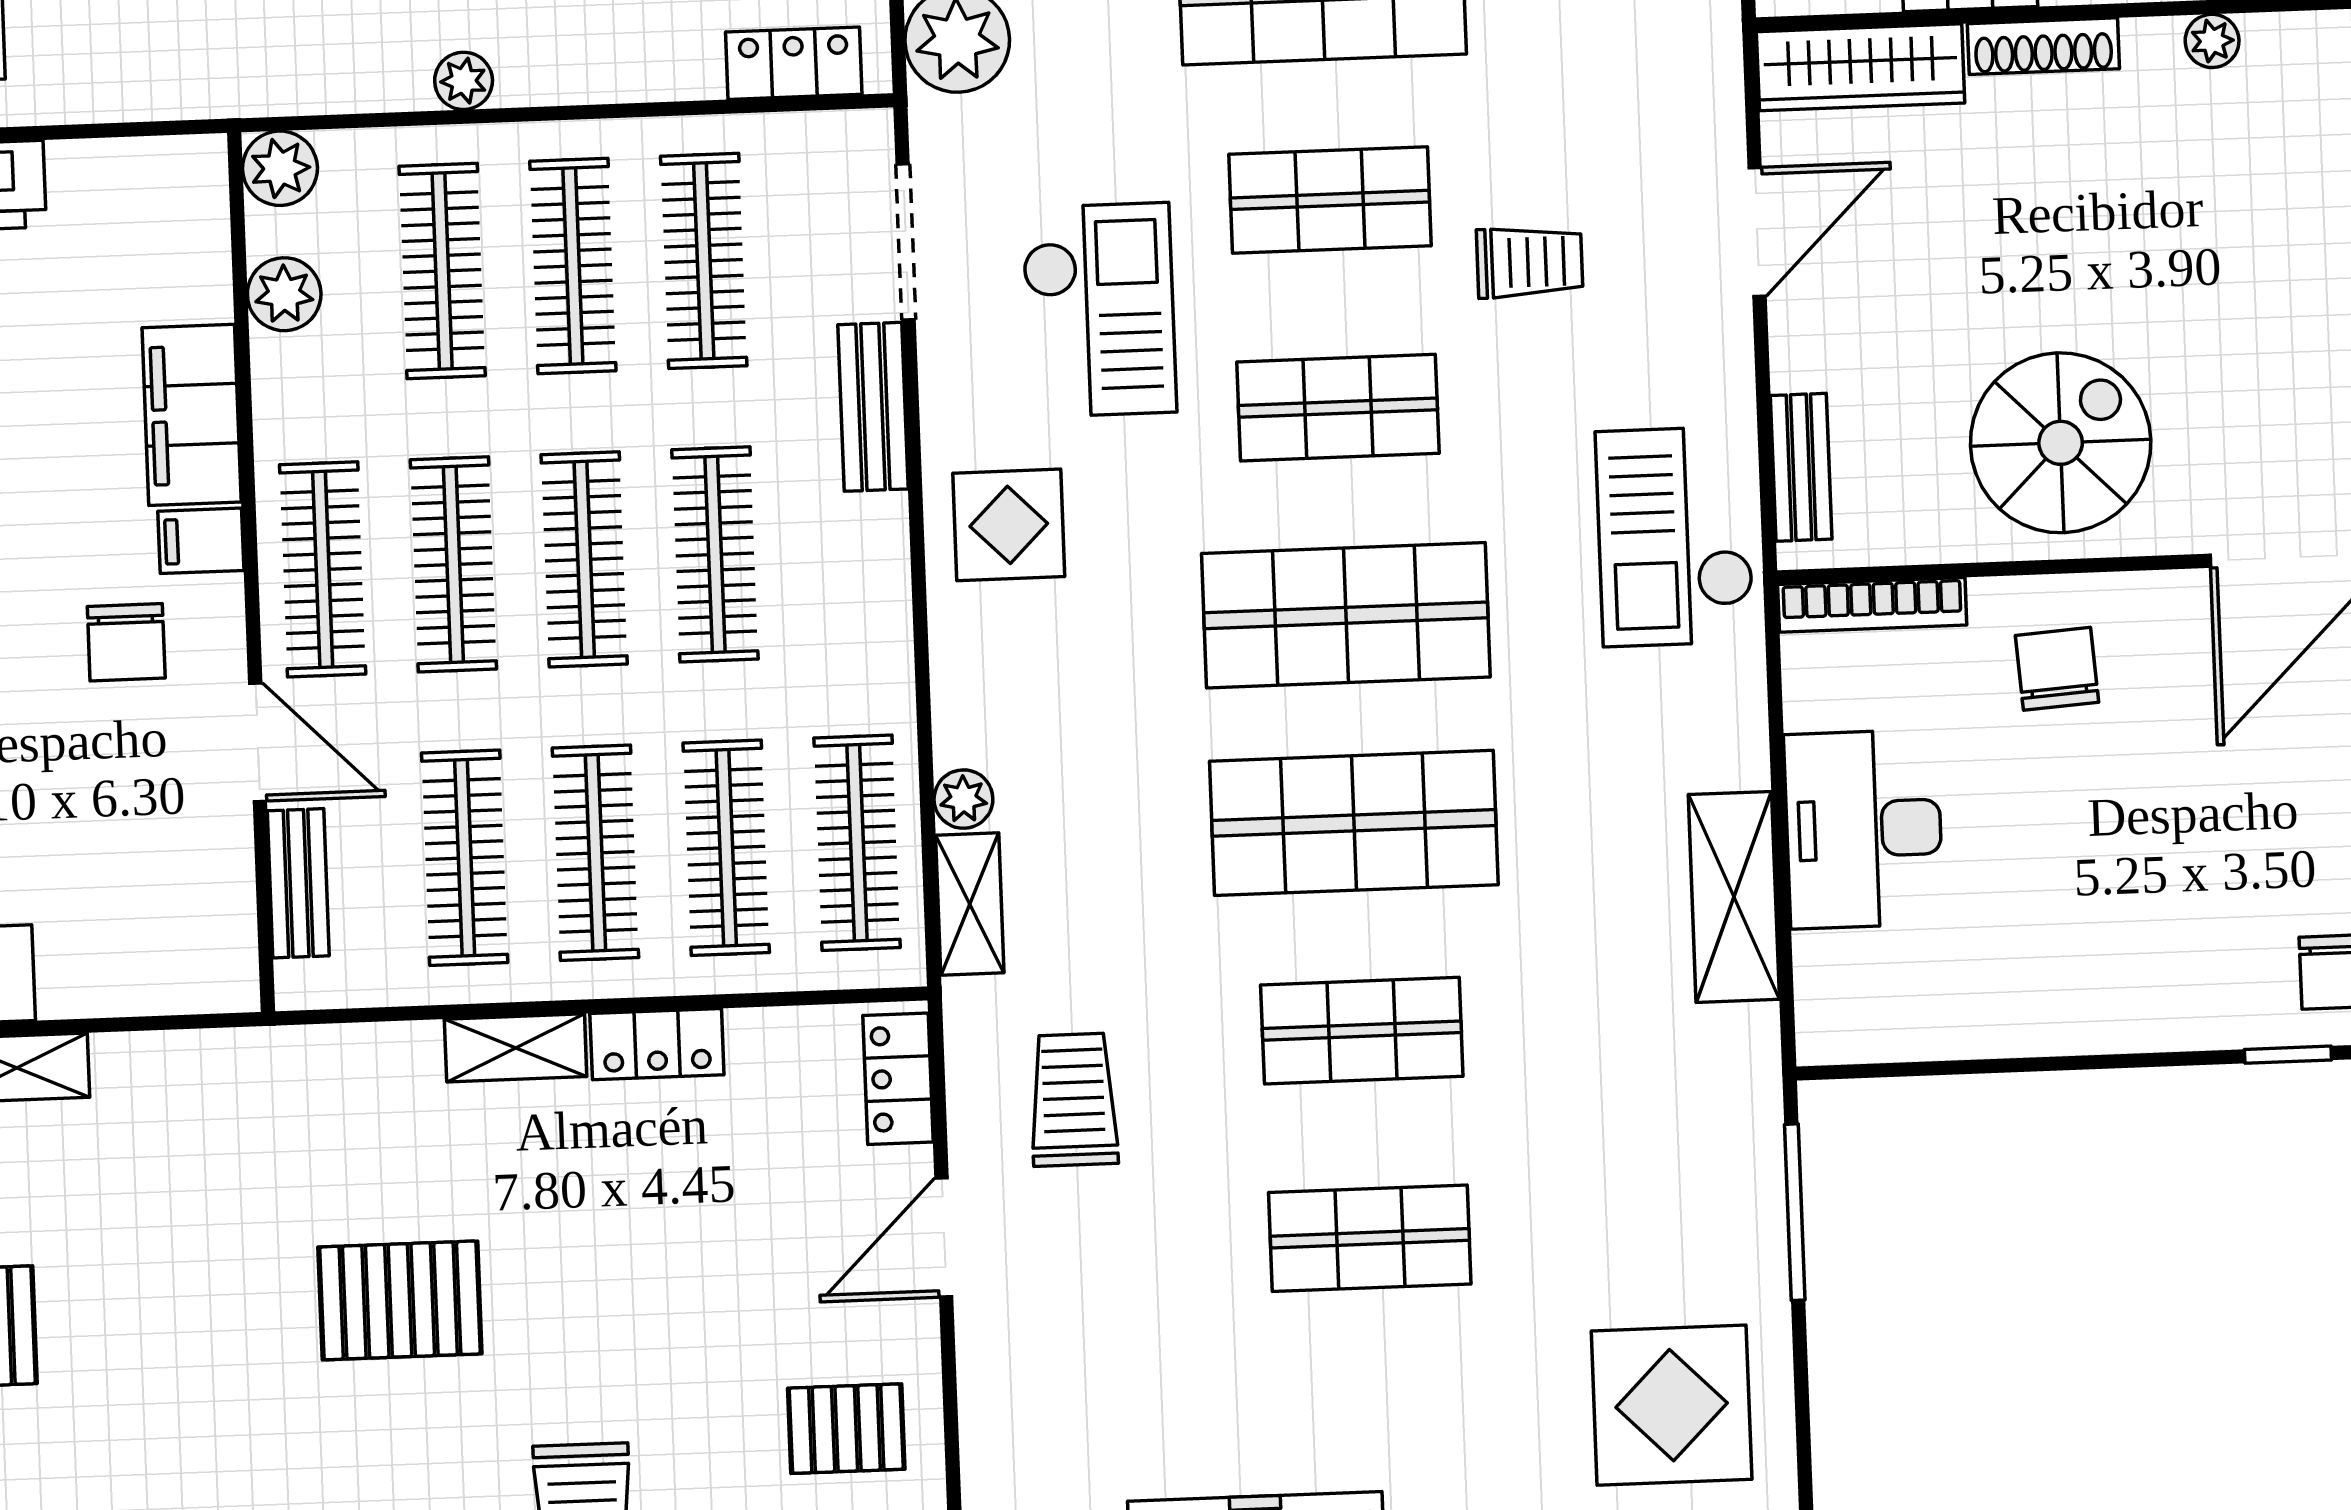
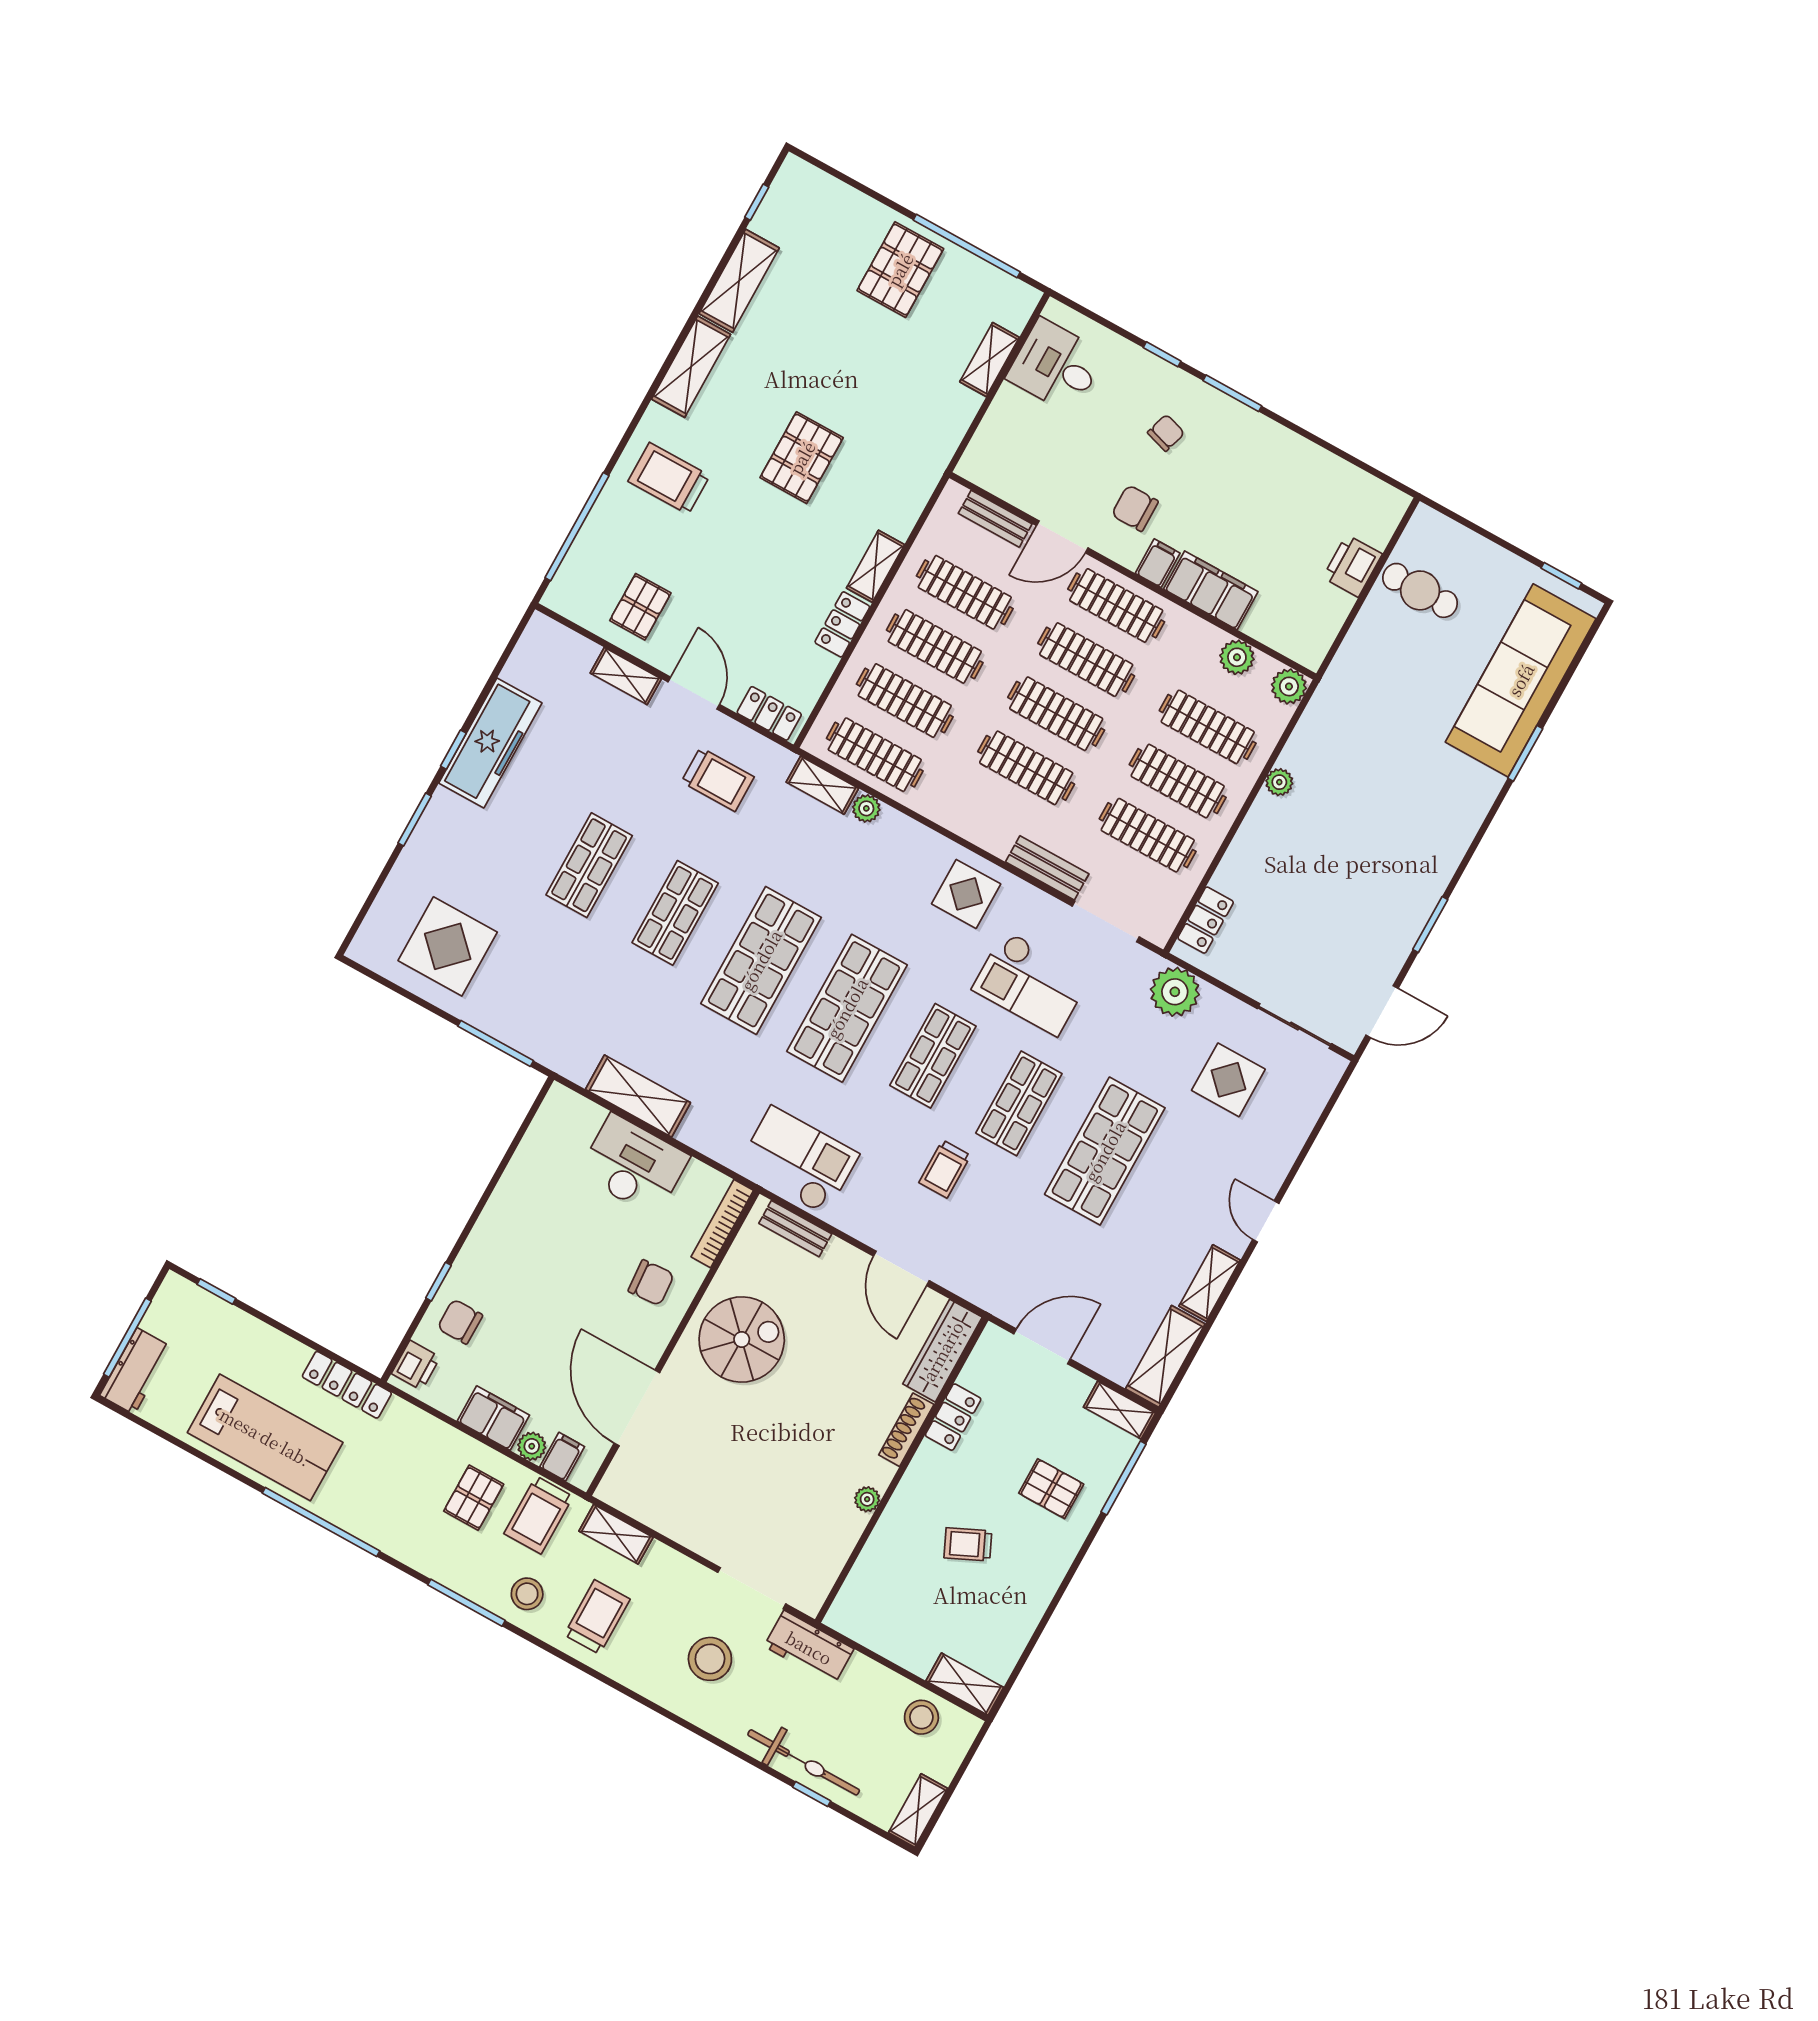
spiral stairs: (2061, 443) -> (742, 1340), turned -90
shelving: (987, 1379) -> (626, 676), added

